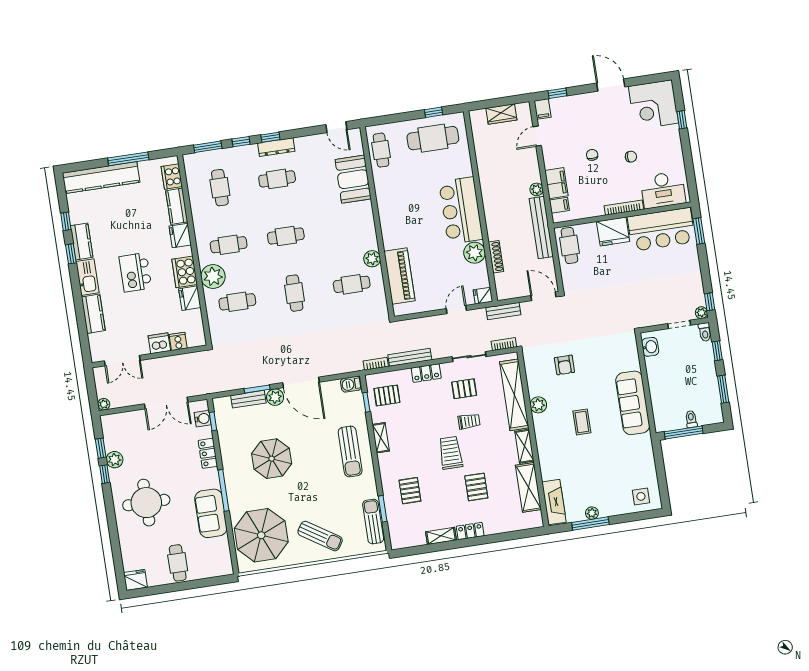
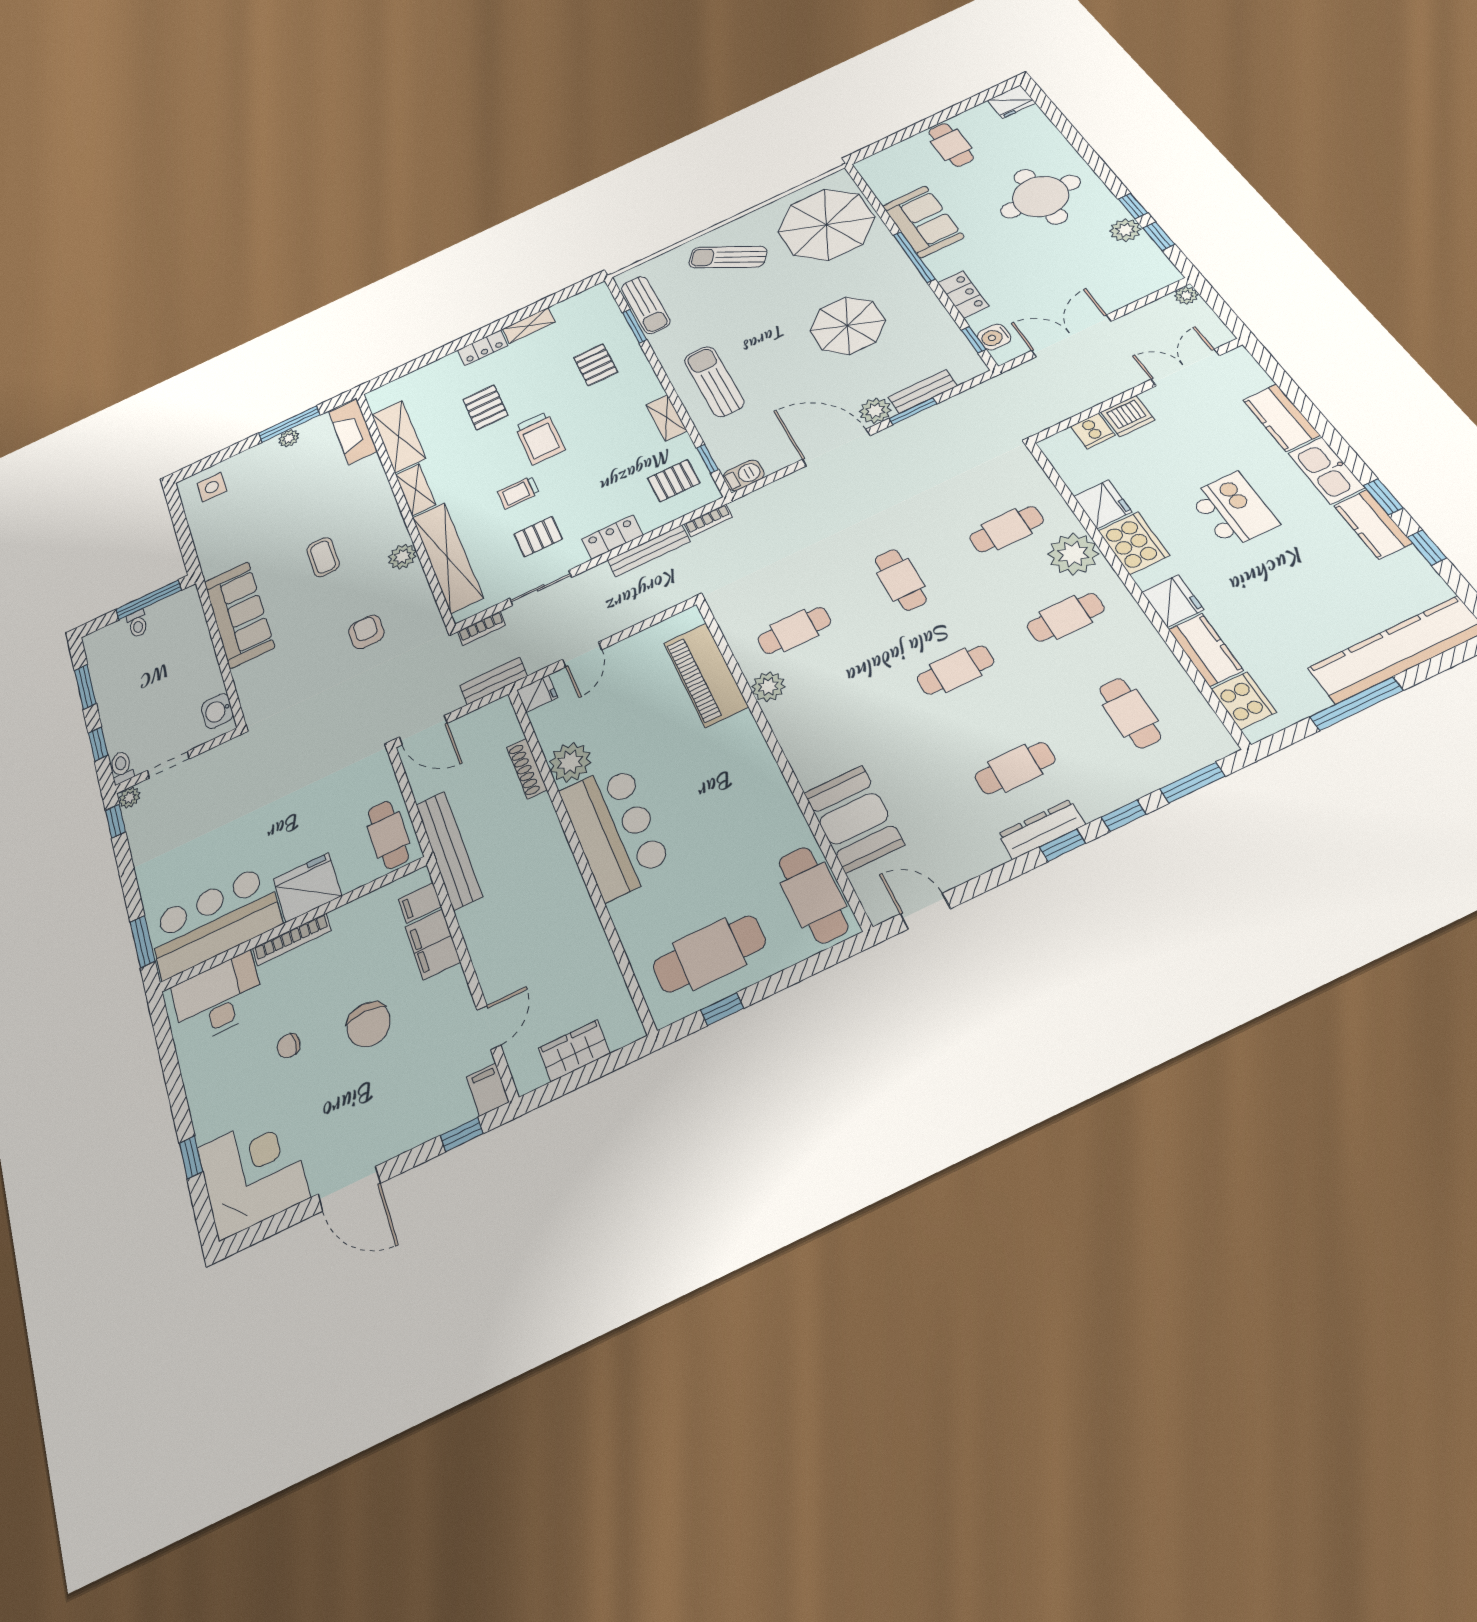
cafe table: (381, 150) -> (813, 895), width x1.37, depth x1.35
chair: (592, 155) -> (369, 1024), width x1.87, depth x1.87
plant: (537, 189) -> (471, 919), removed

